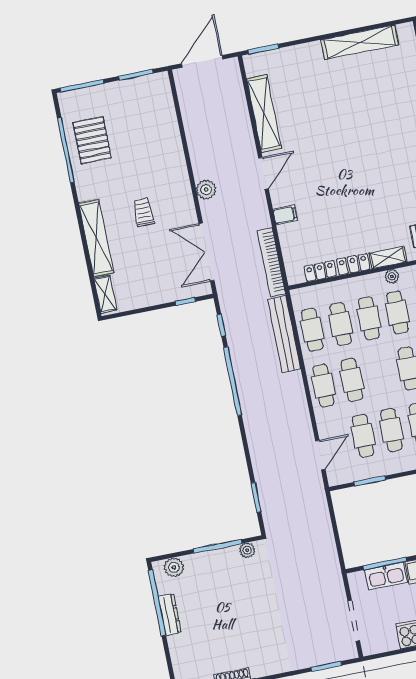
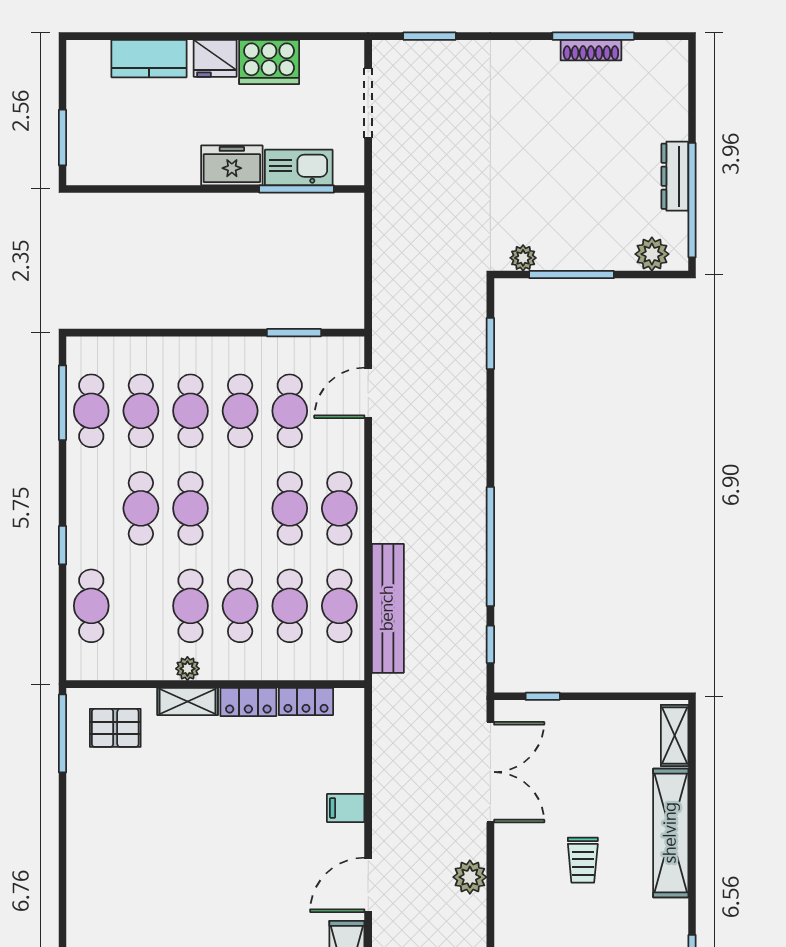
bookcase: (271, 262) -> (385, 733), removed

